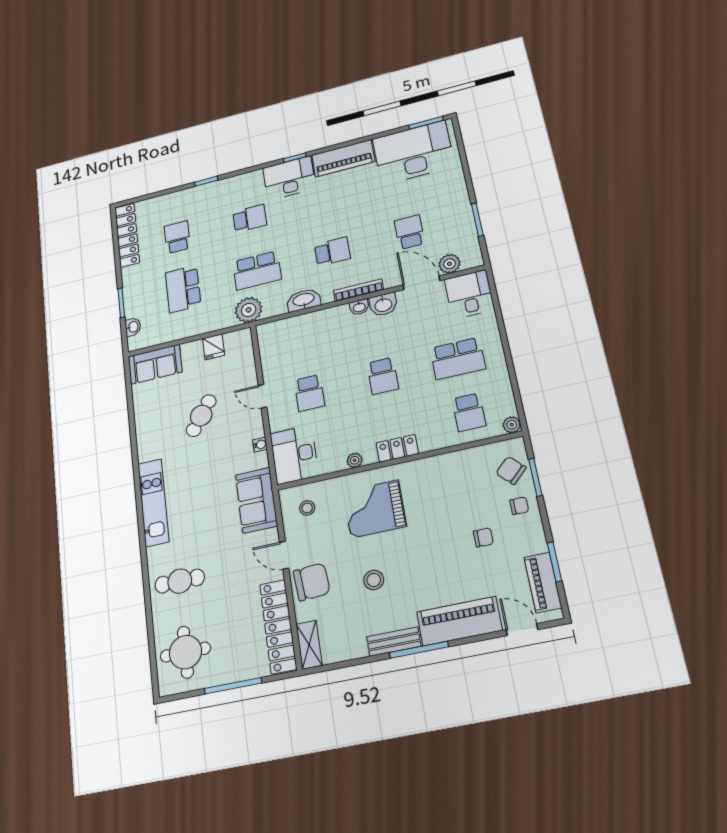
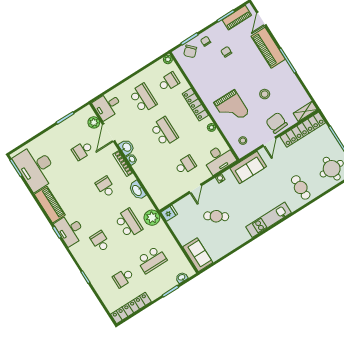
fridge: (213, 347) -> (169, 213), moved
school desk: (383, 376) -> (164, 132), width x1.85
locker: (397, 448) -> (195, 104), width x1.53
bench: (394, 642) -> (289, 73), removed

